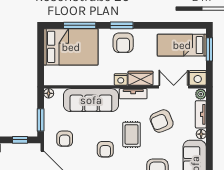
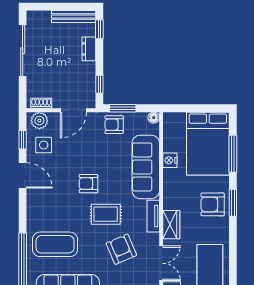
nightstand: (121, 79) -> (170, 160), moved
armchair: (65, 139) -> (114, 125), moved

